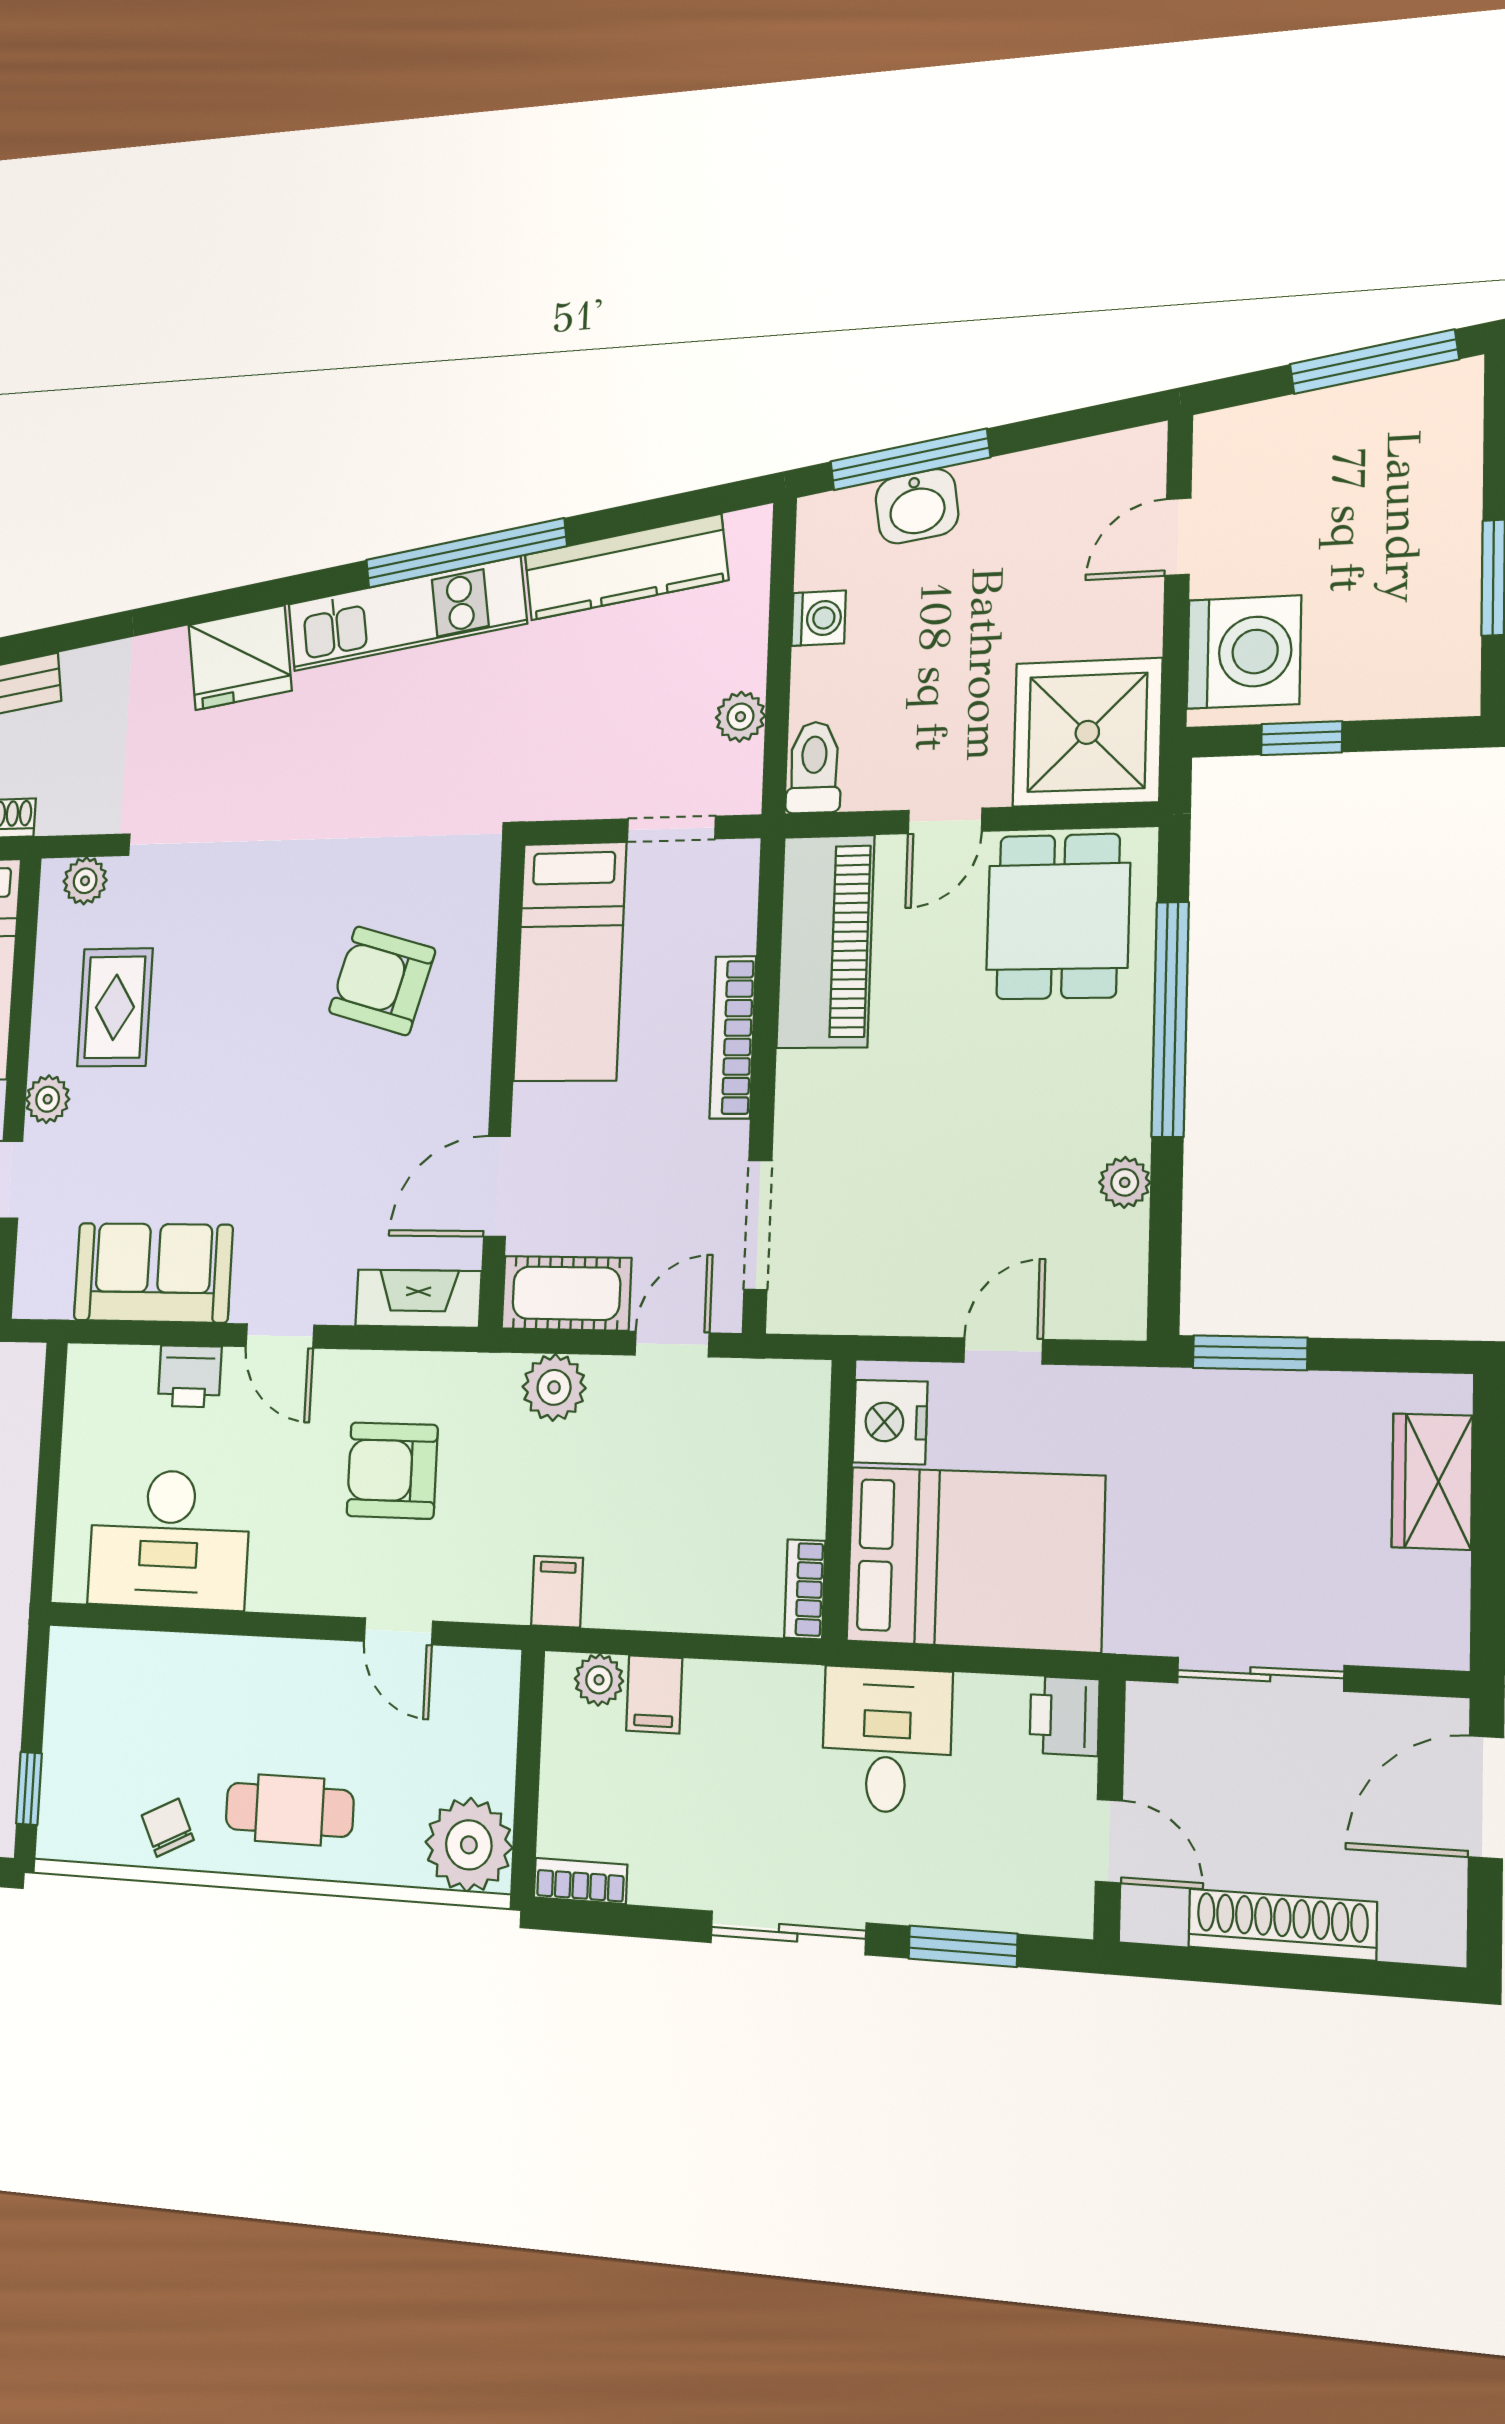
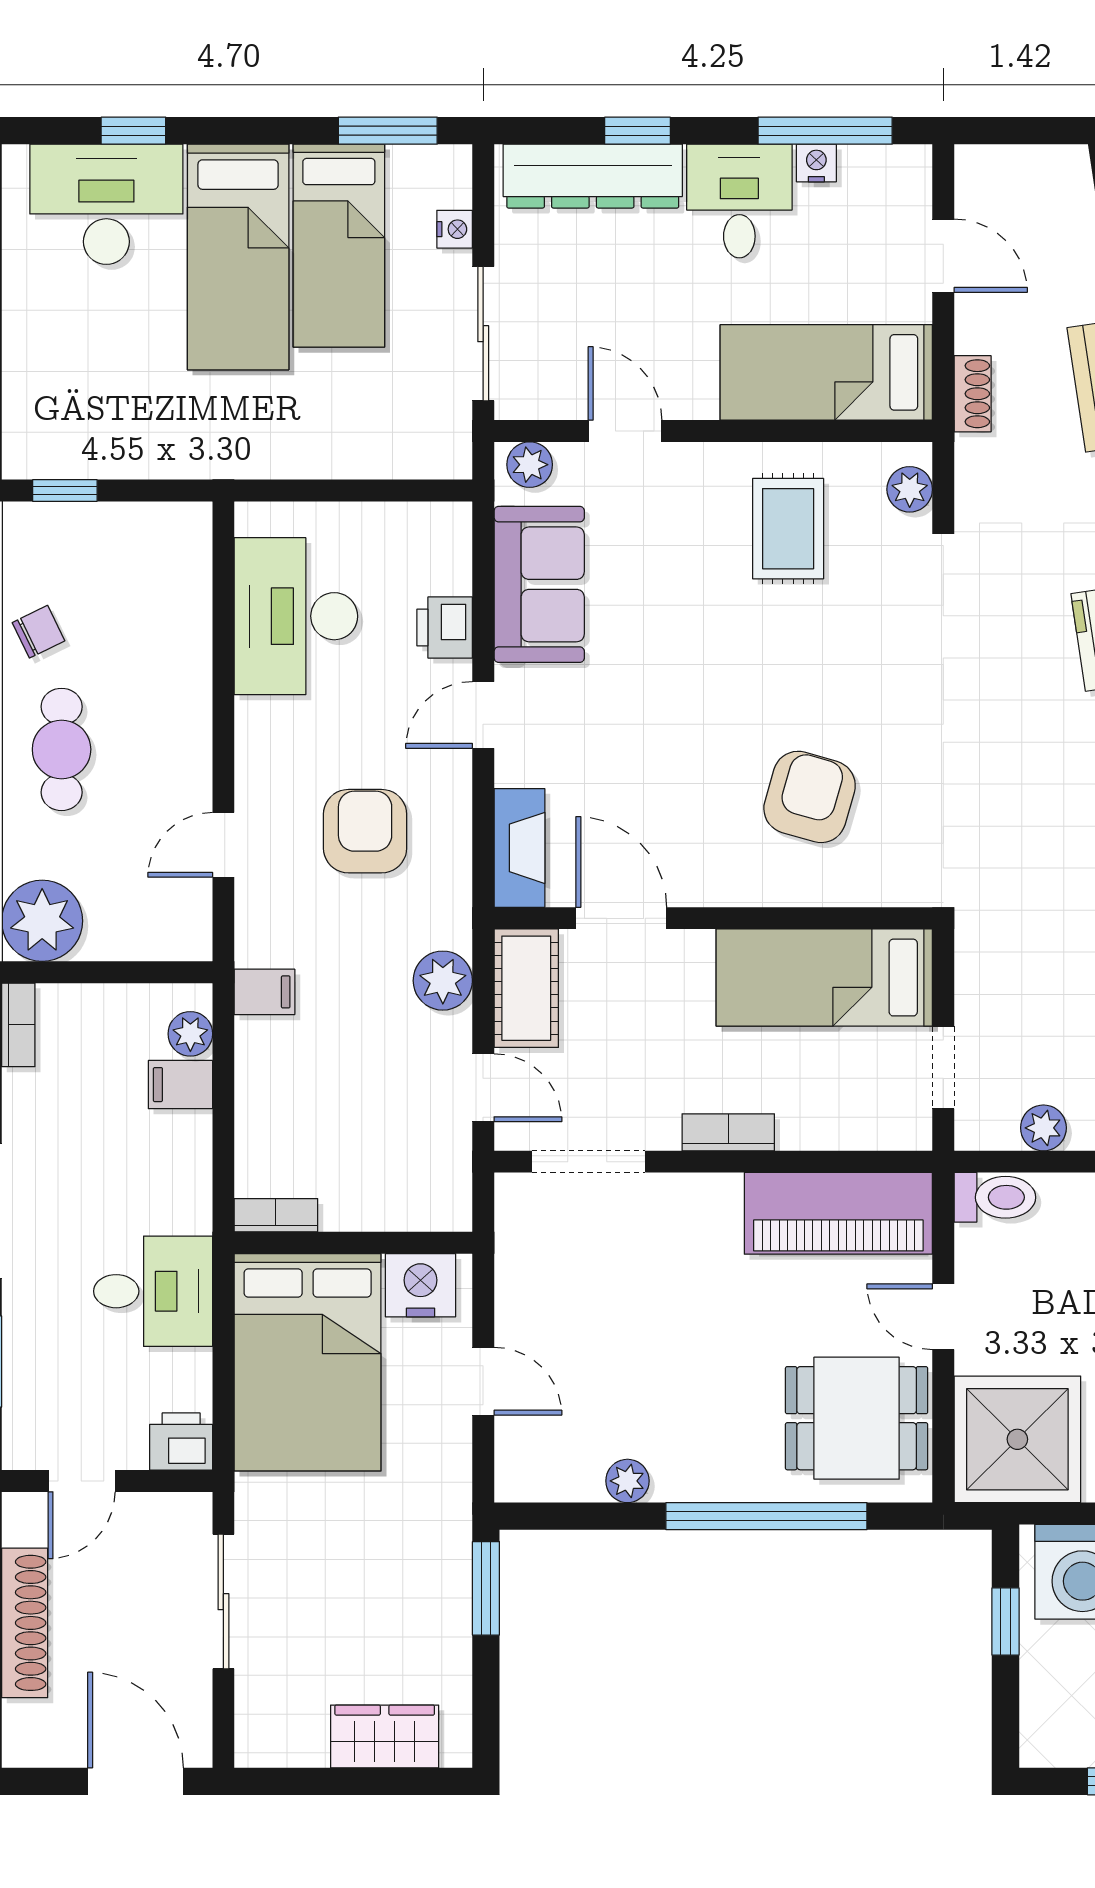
rug: (115, 1007) -> (788, 529), turned 90
bookcase: (733, 1037) -> (728, 1132), width x0.64
plant: (48, 1099) -> (530, 465), moved

